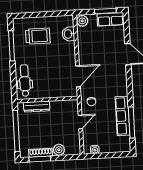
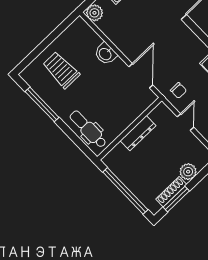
washbasin: (68, 34) -> (105, 54), moved
trolley: (38, 36) -> (61, 70), turned -90
dresser: (37, 107) -> (138, 133), moved

